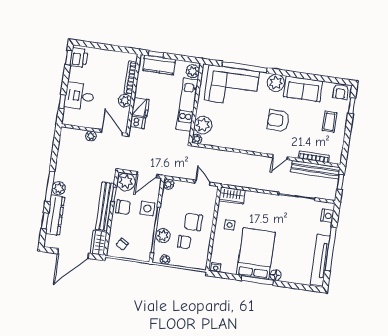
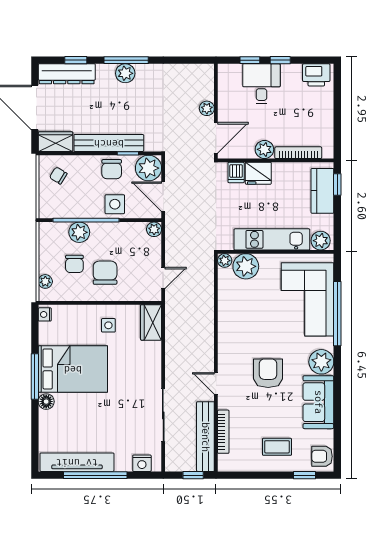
window: (69, 57) -> (280, 60), moved
dresser: (55, 215) -> (67, 74), moved
plant: (165, 260) -> (45, 281), moved

